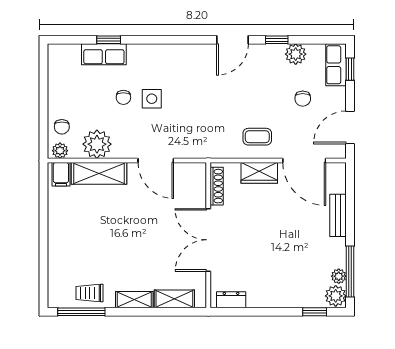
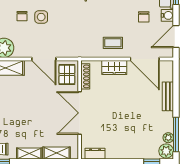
water cooler: (337, 96) -> (167, 15), added
pallet: (190, 183) -> (67, 74), added

